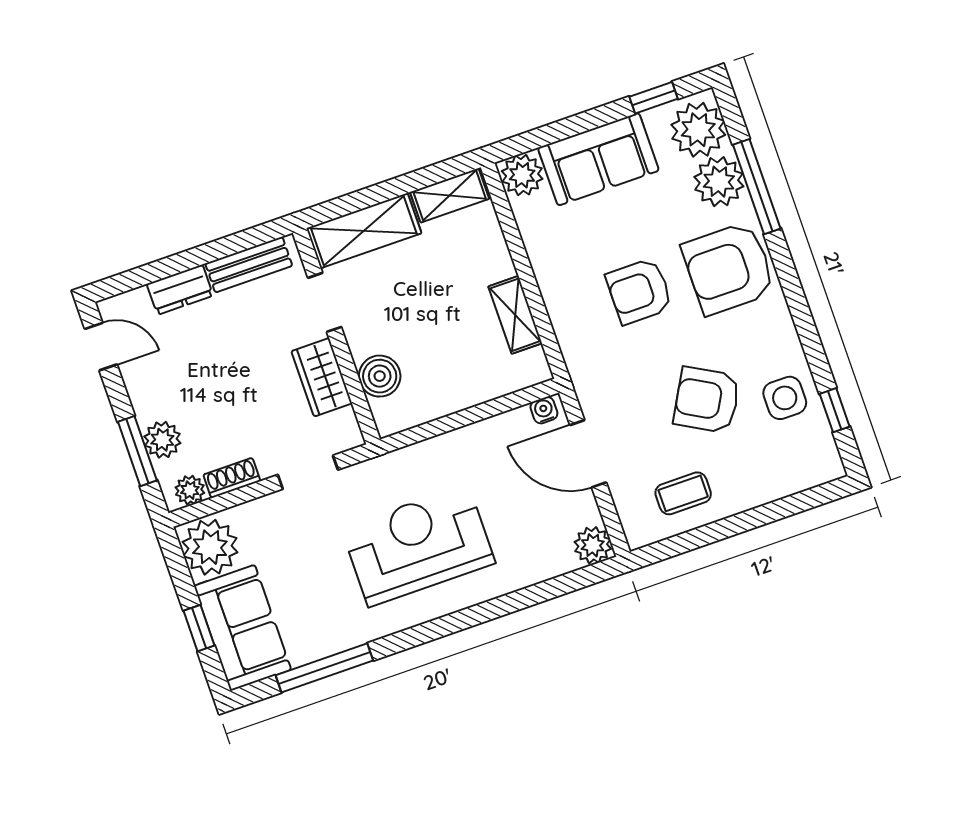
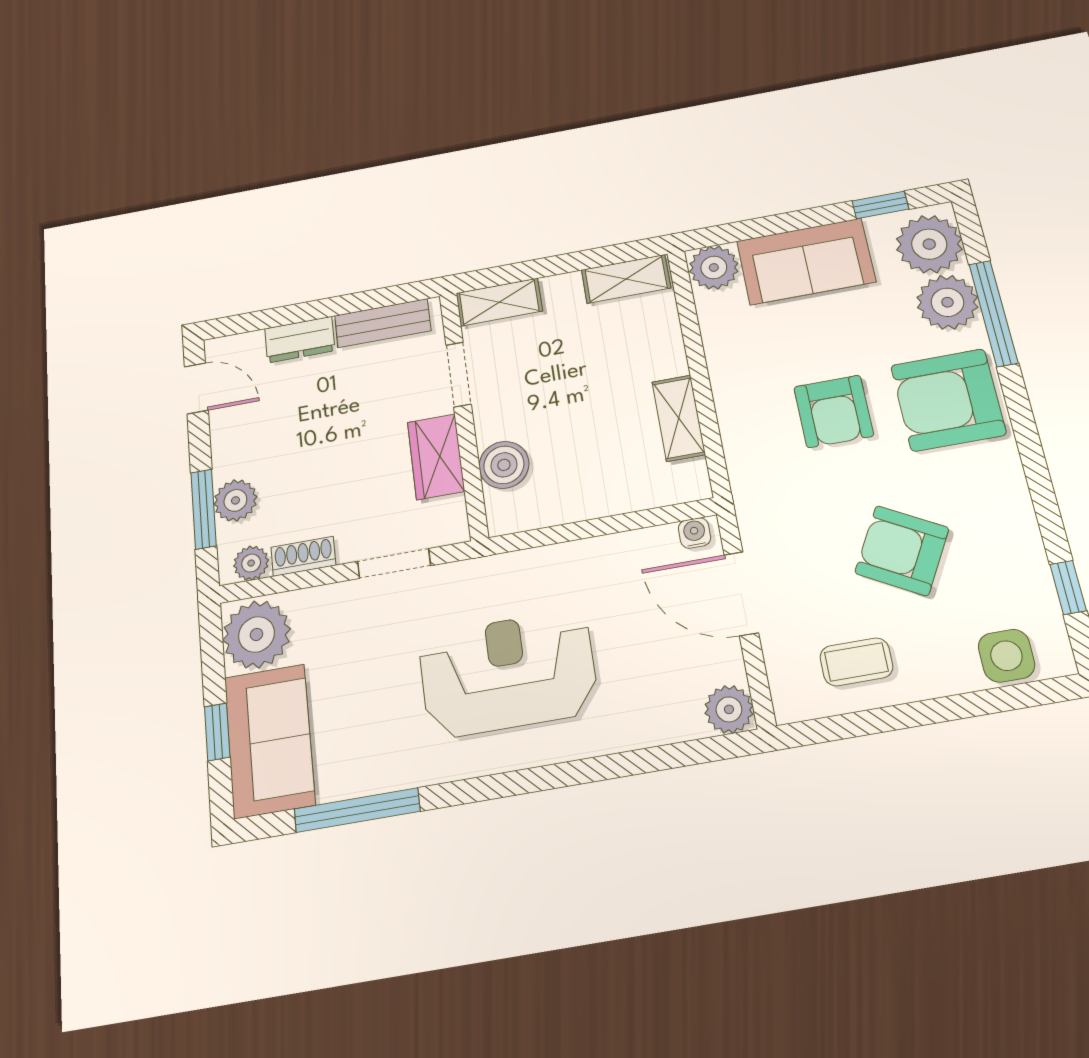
shelving: (364, 231) -> (499, 302), width x0.67, depth x0.75
armchair: (639, 291) -> (834, 411), turned -90
side table: (785, 398) -> (1006, 656), moved

